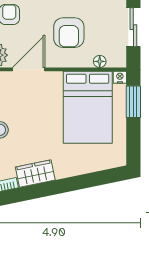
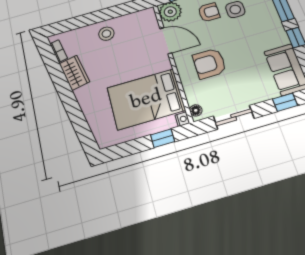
floor lamp: (100, 61) -> (196, 110), moved
window: (133, 102) -> (162, 138), width x0.67

